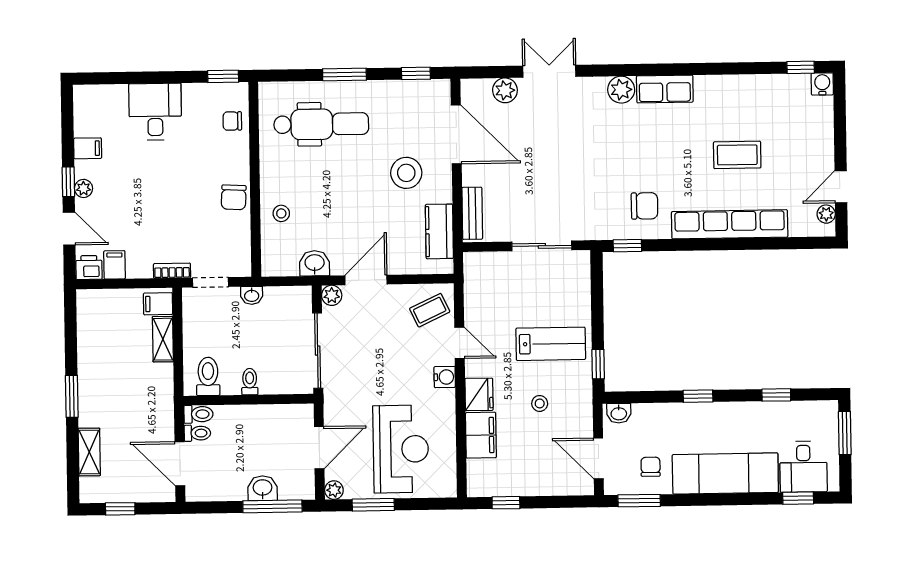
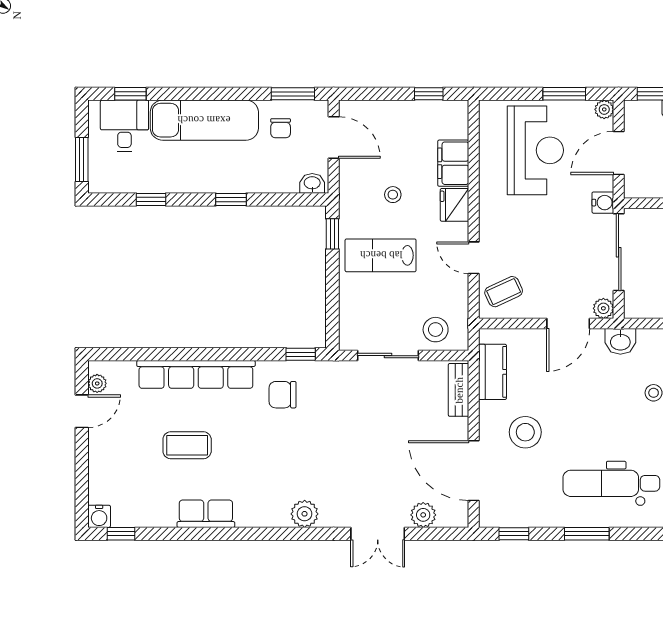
row of seats: (665, 89) -> (206, 514), moved
stool: (496, 272) -> (436, 330), added
water cooler: (445, 377) -> (603, 203), moved, turned 180
reception desk: (401, 449) -> (535, 150), turned 180

